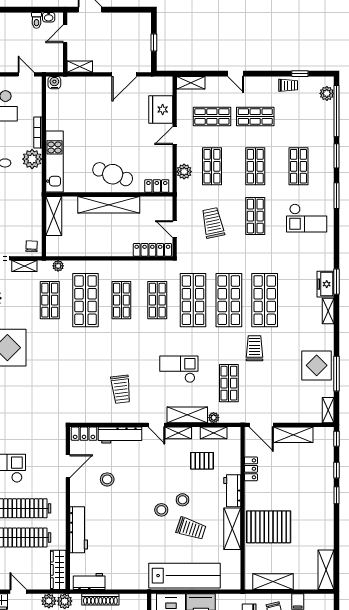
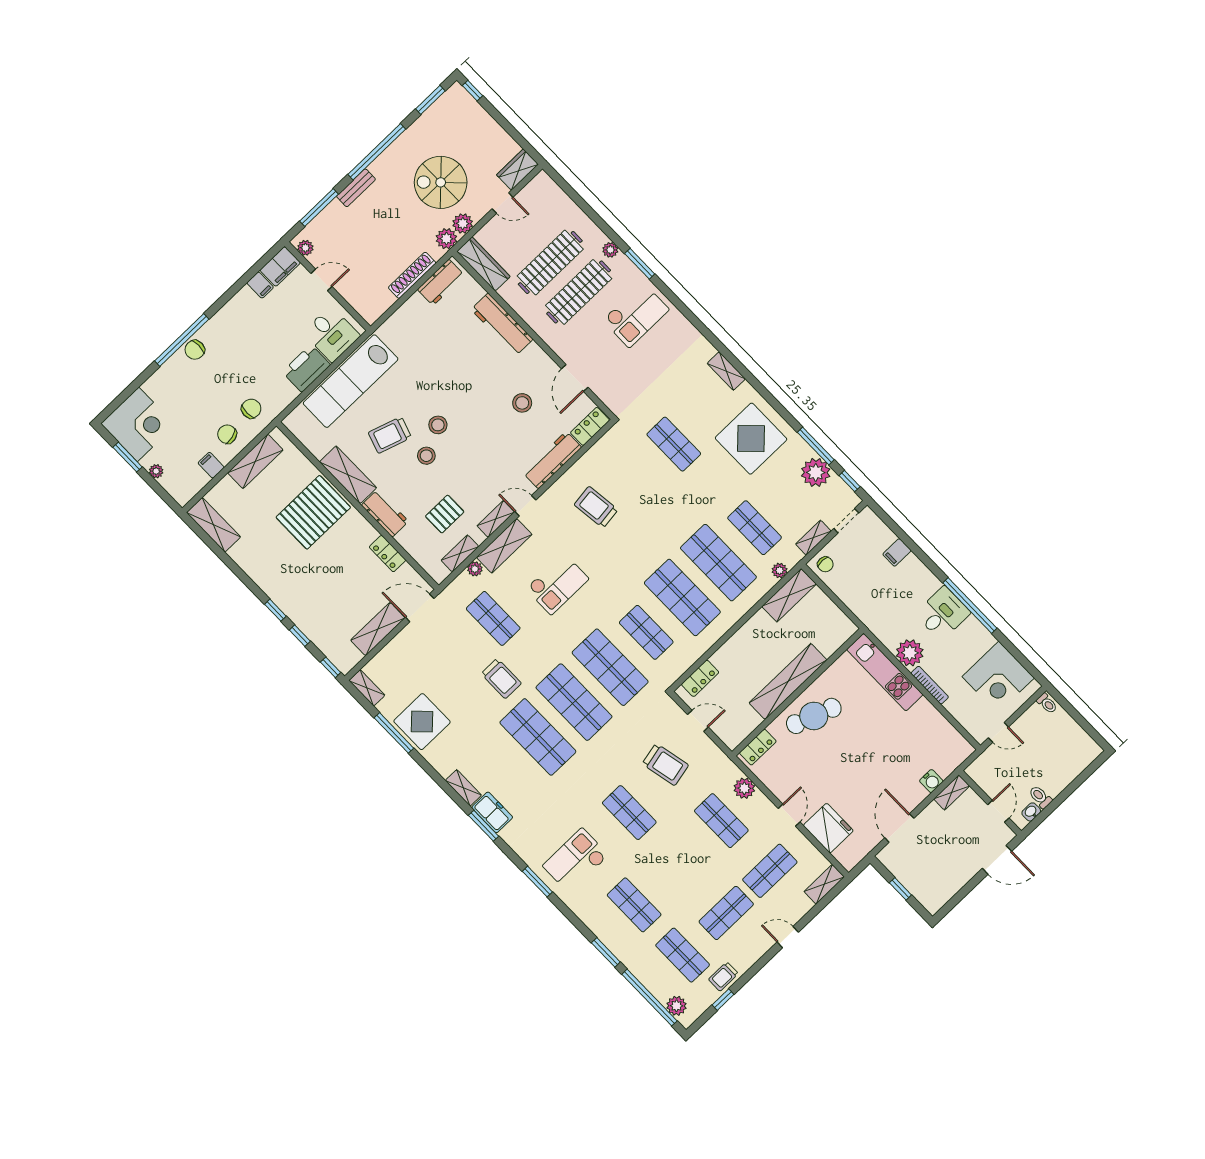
water cooler: (54, 83) -> (931, 781), moved
shop shelf: (255, 166) -> (683, 955), moved
window: (337, 196) -> (537, 882), moved
shelving: (54, 216) -> (789, 595), moved, turned 90
locker: (152, 250) -> (700, 678), width x0.66
shop shelf: (121, 300) -> (682, 597), width x1.43, depth x1.36
shop shelf: (50, 383) -> (674, 444), added

